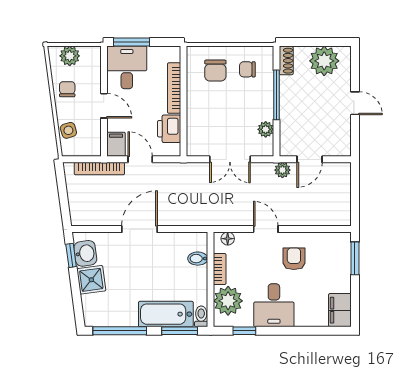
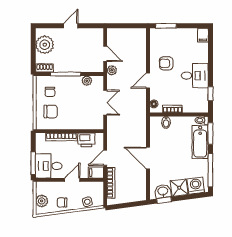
plant: (228, 301) -> (192, 104), removed
washing machine: (95, 307) -> (196, 186), added
filing cabinet: (340, 310) -> (203, 35), width x0.50

